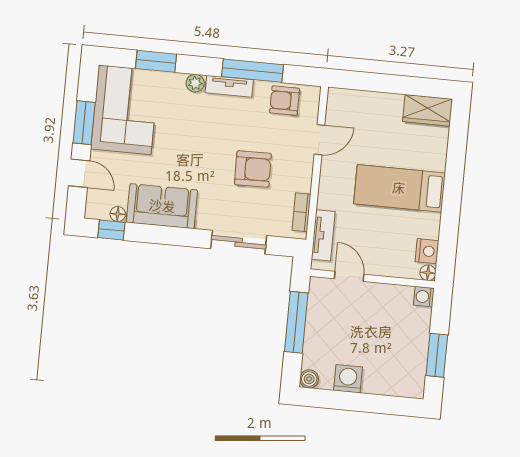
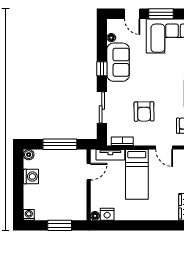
door: (79, 173) -> (132, 14), hinge flipped
bed: (399, 188) -> (137, 174), moved, turned 180
window: (111, 230) -> (102, 69), moved
washing machine: (424, 297) -> (29, 215), moved
window: (437, 355) -> (60, 225), moved

